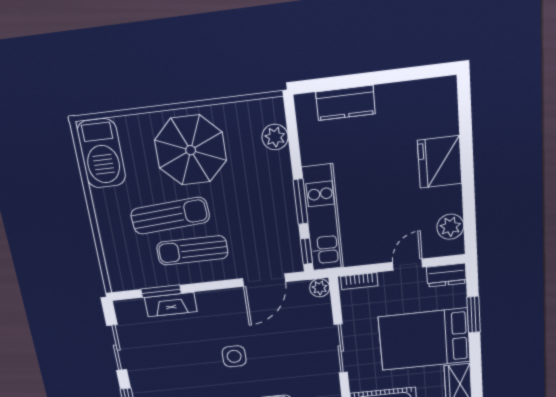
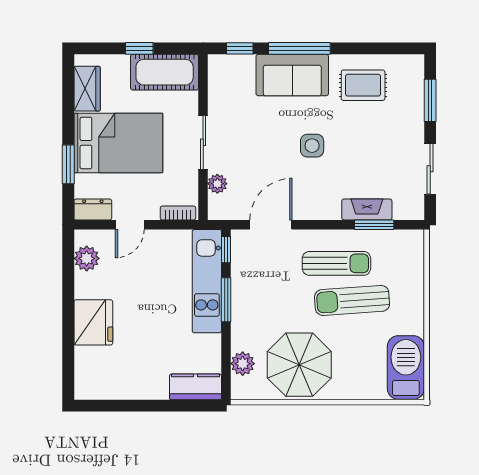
kitchen counter: (345, 103) -> (196, 387), moved
parasol: (191, 150) -> (299, 365), moved
plant: (320, 288) -> (217, 184), moved

